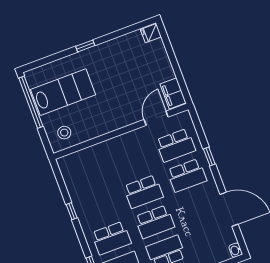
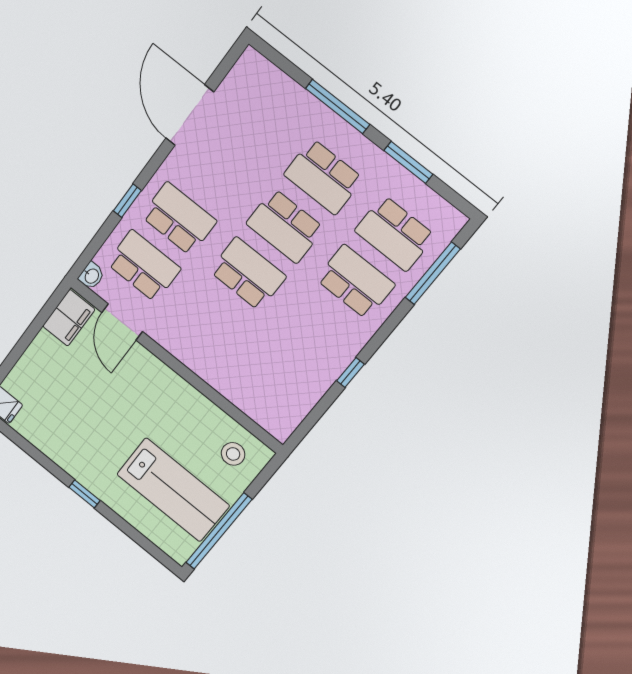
lab bench: (63, 92) -> (173, 490), turned 180
door: (156, 118) -> (122, 322), hinge flipped
school desk: (155, 222) -> (285, 226), turned 180
washbasin: (236, 250) -> (91, 276), moved

